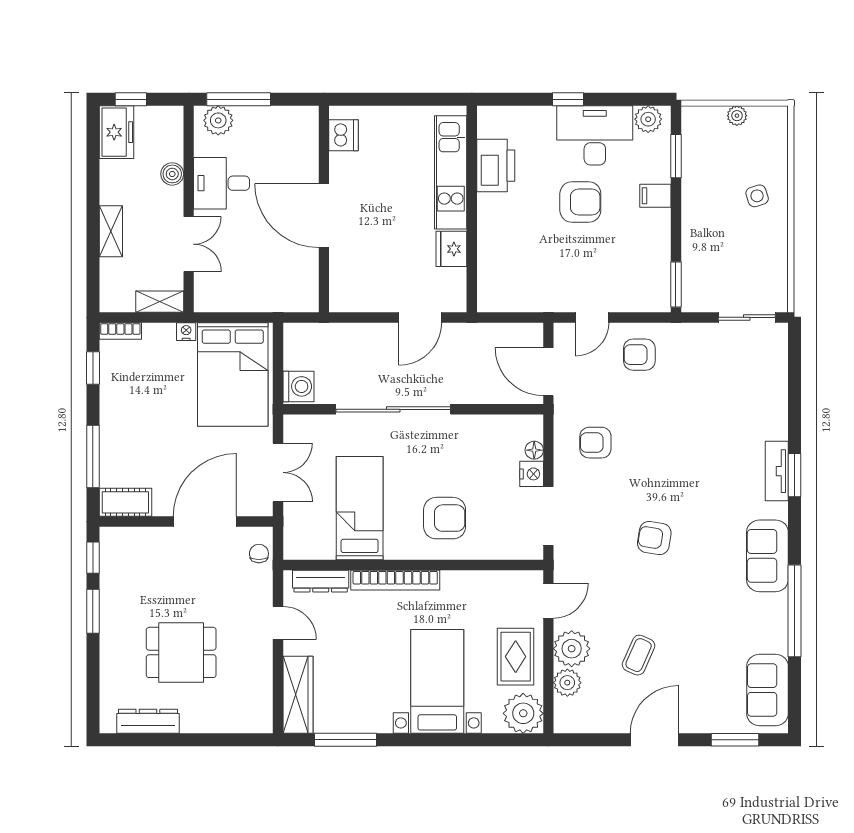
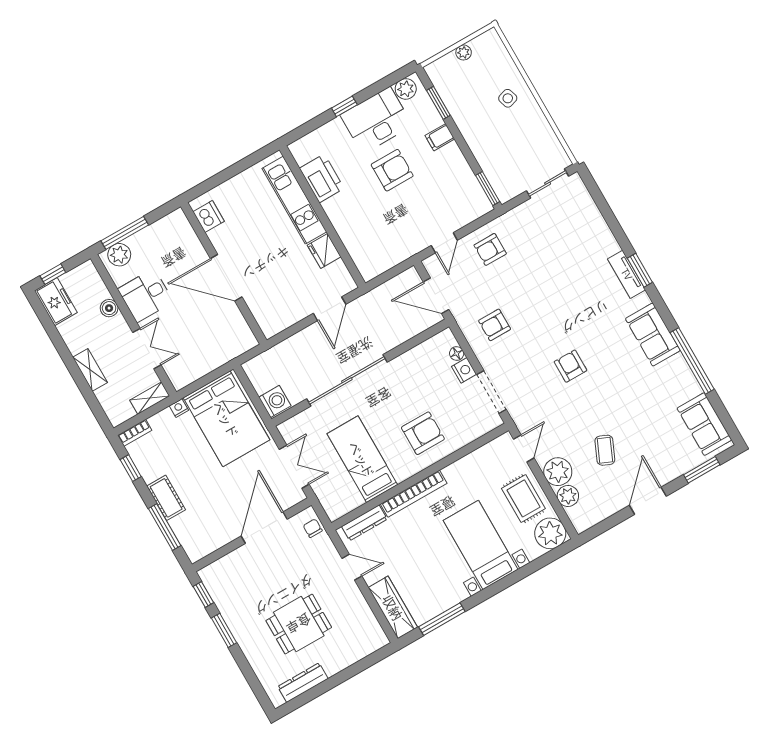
cot: (125, 502) -> (166, 498), moved, turned 90
armchair: (654, 538) -> (570, 366), turned 81

